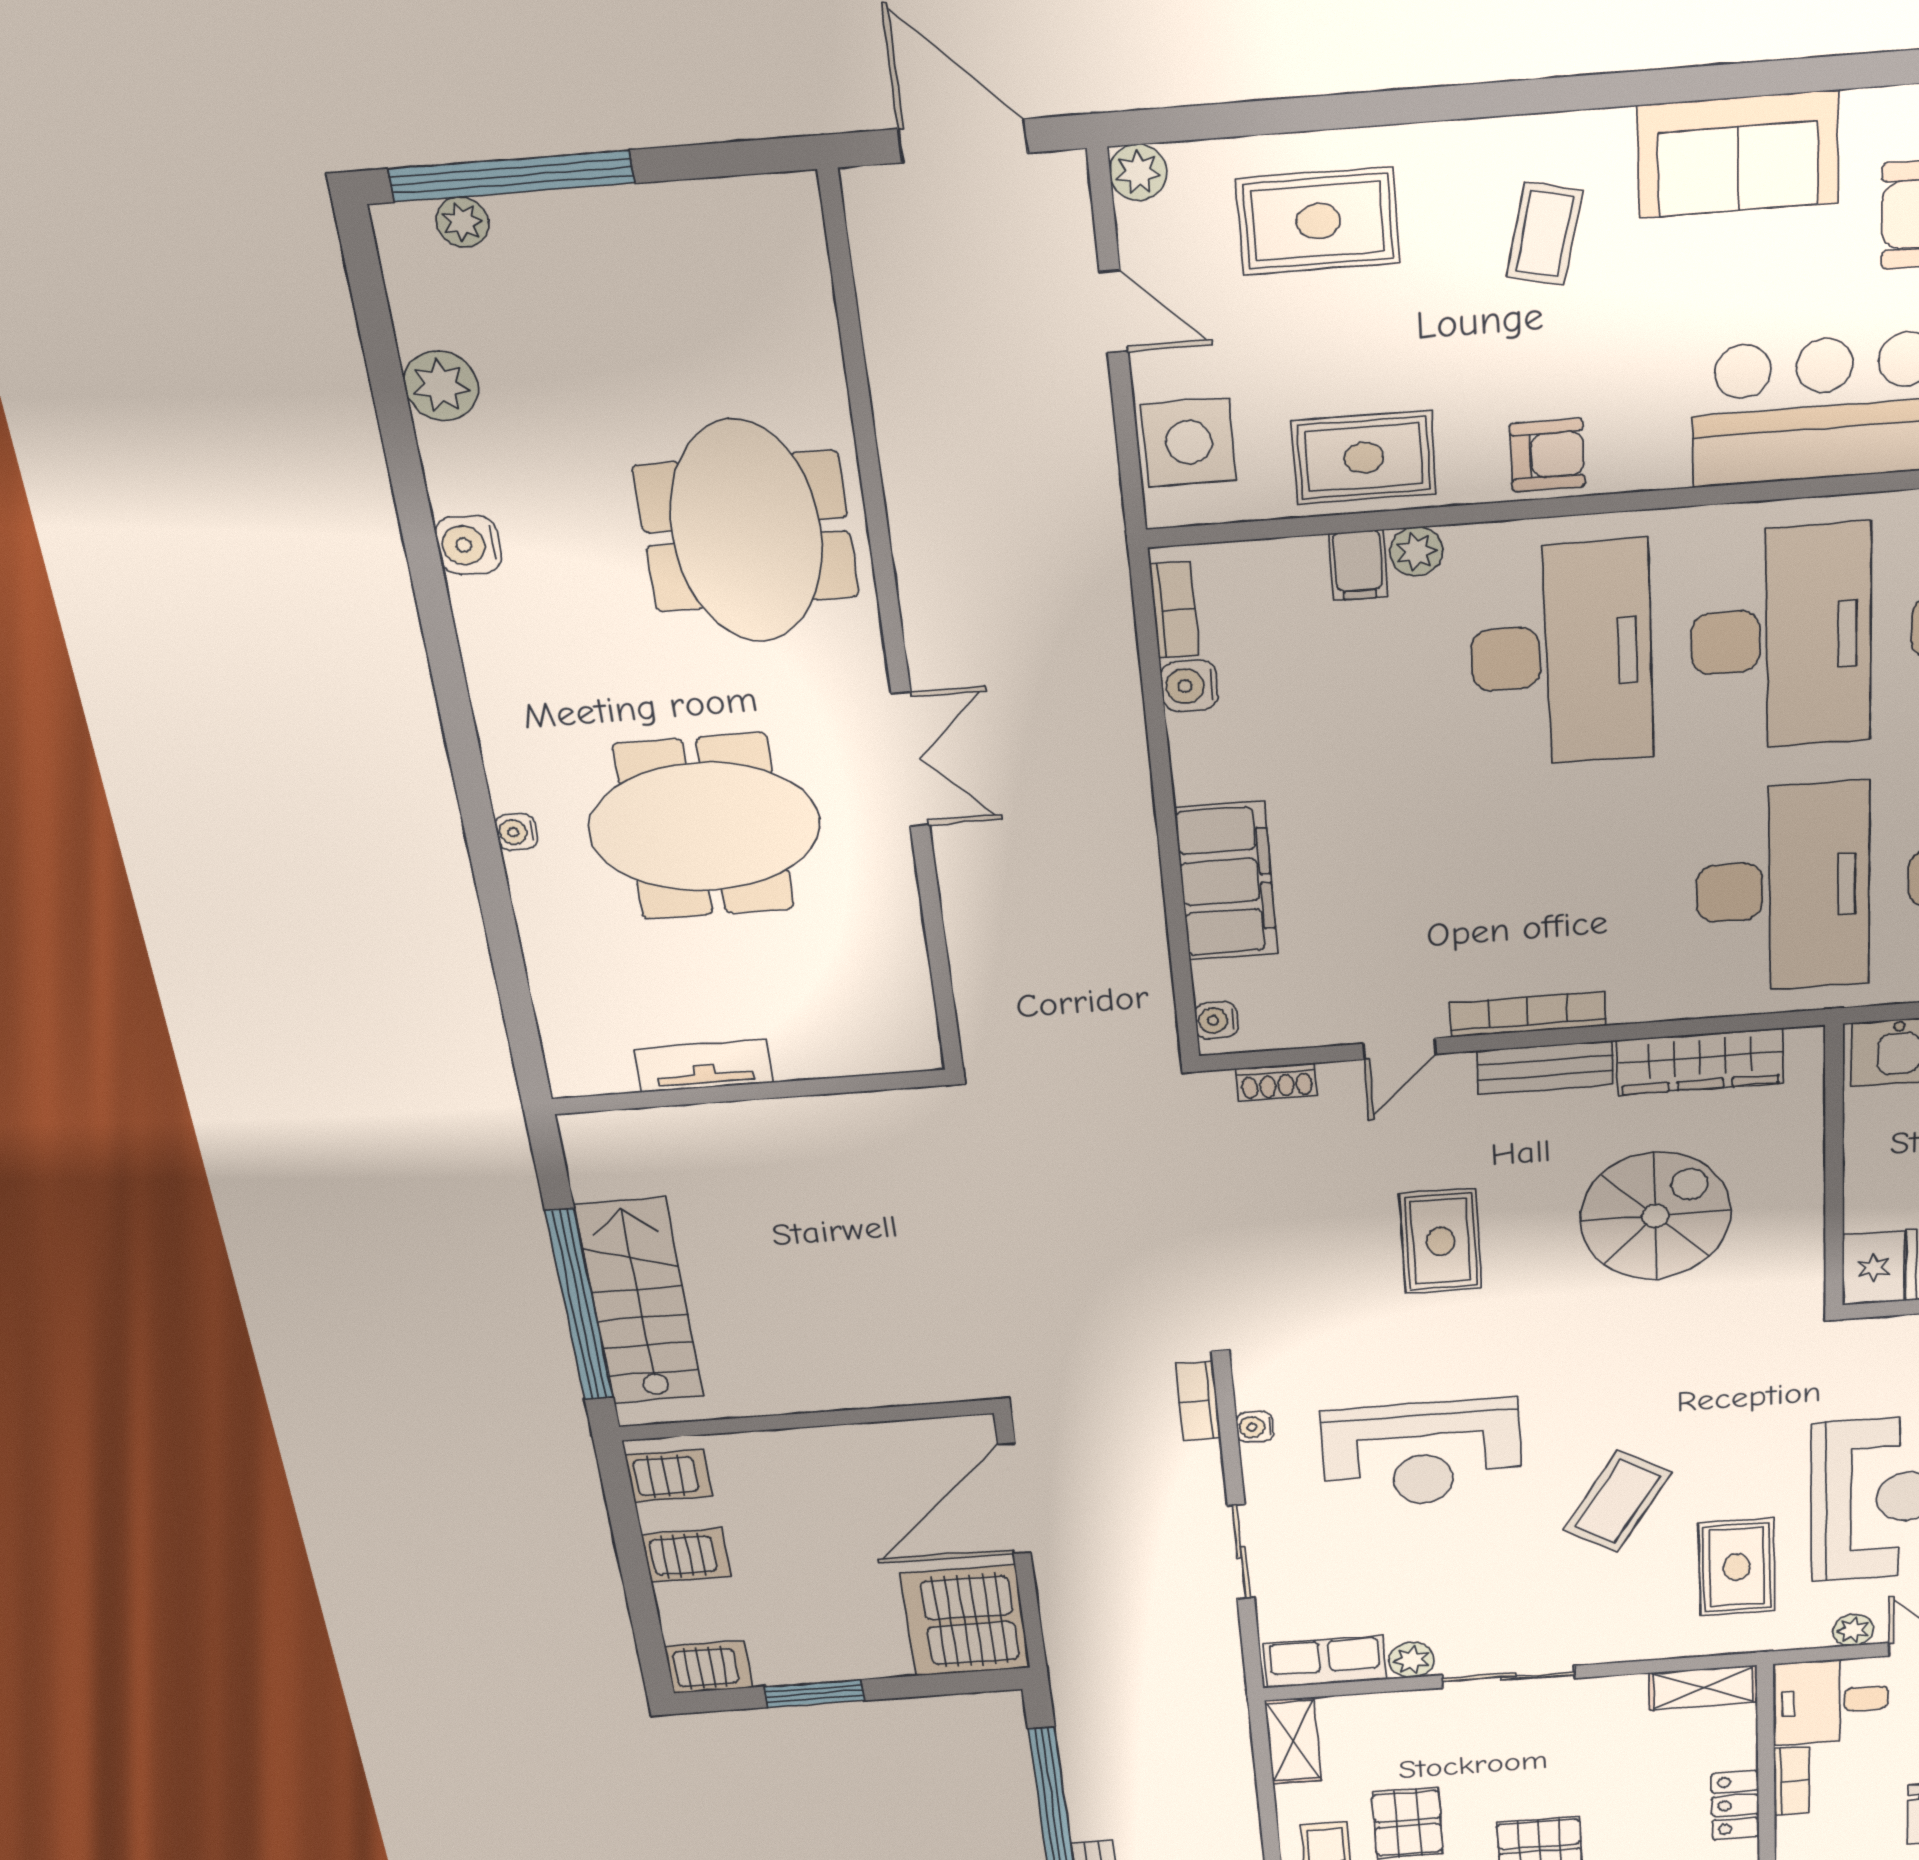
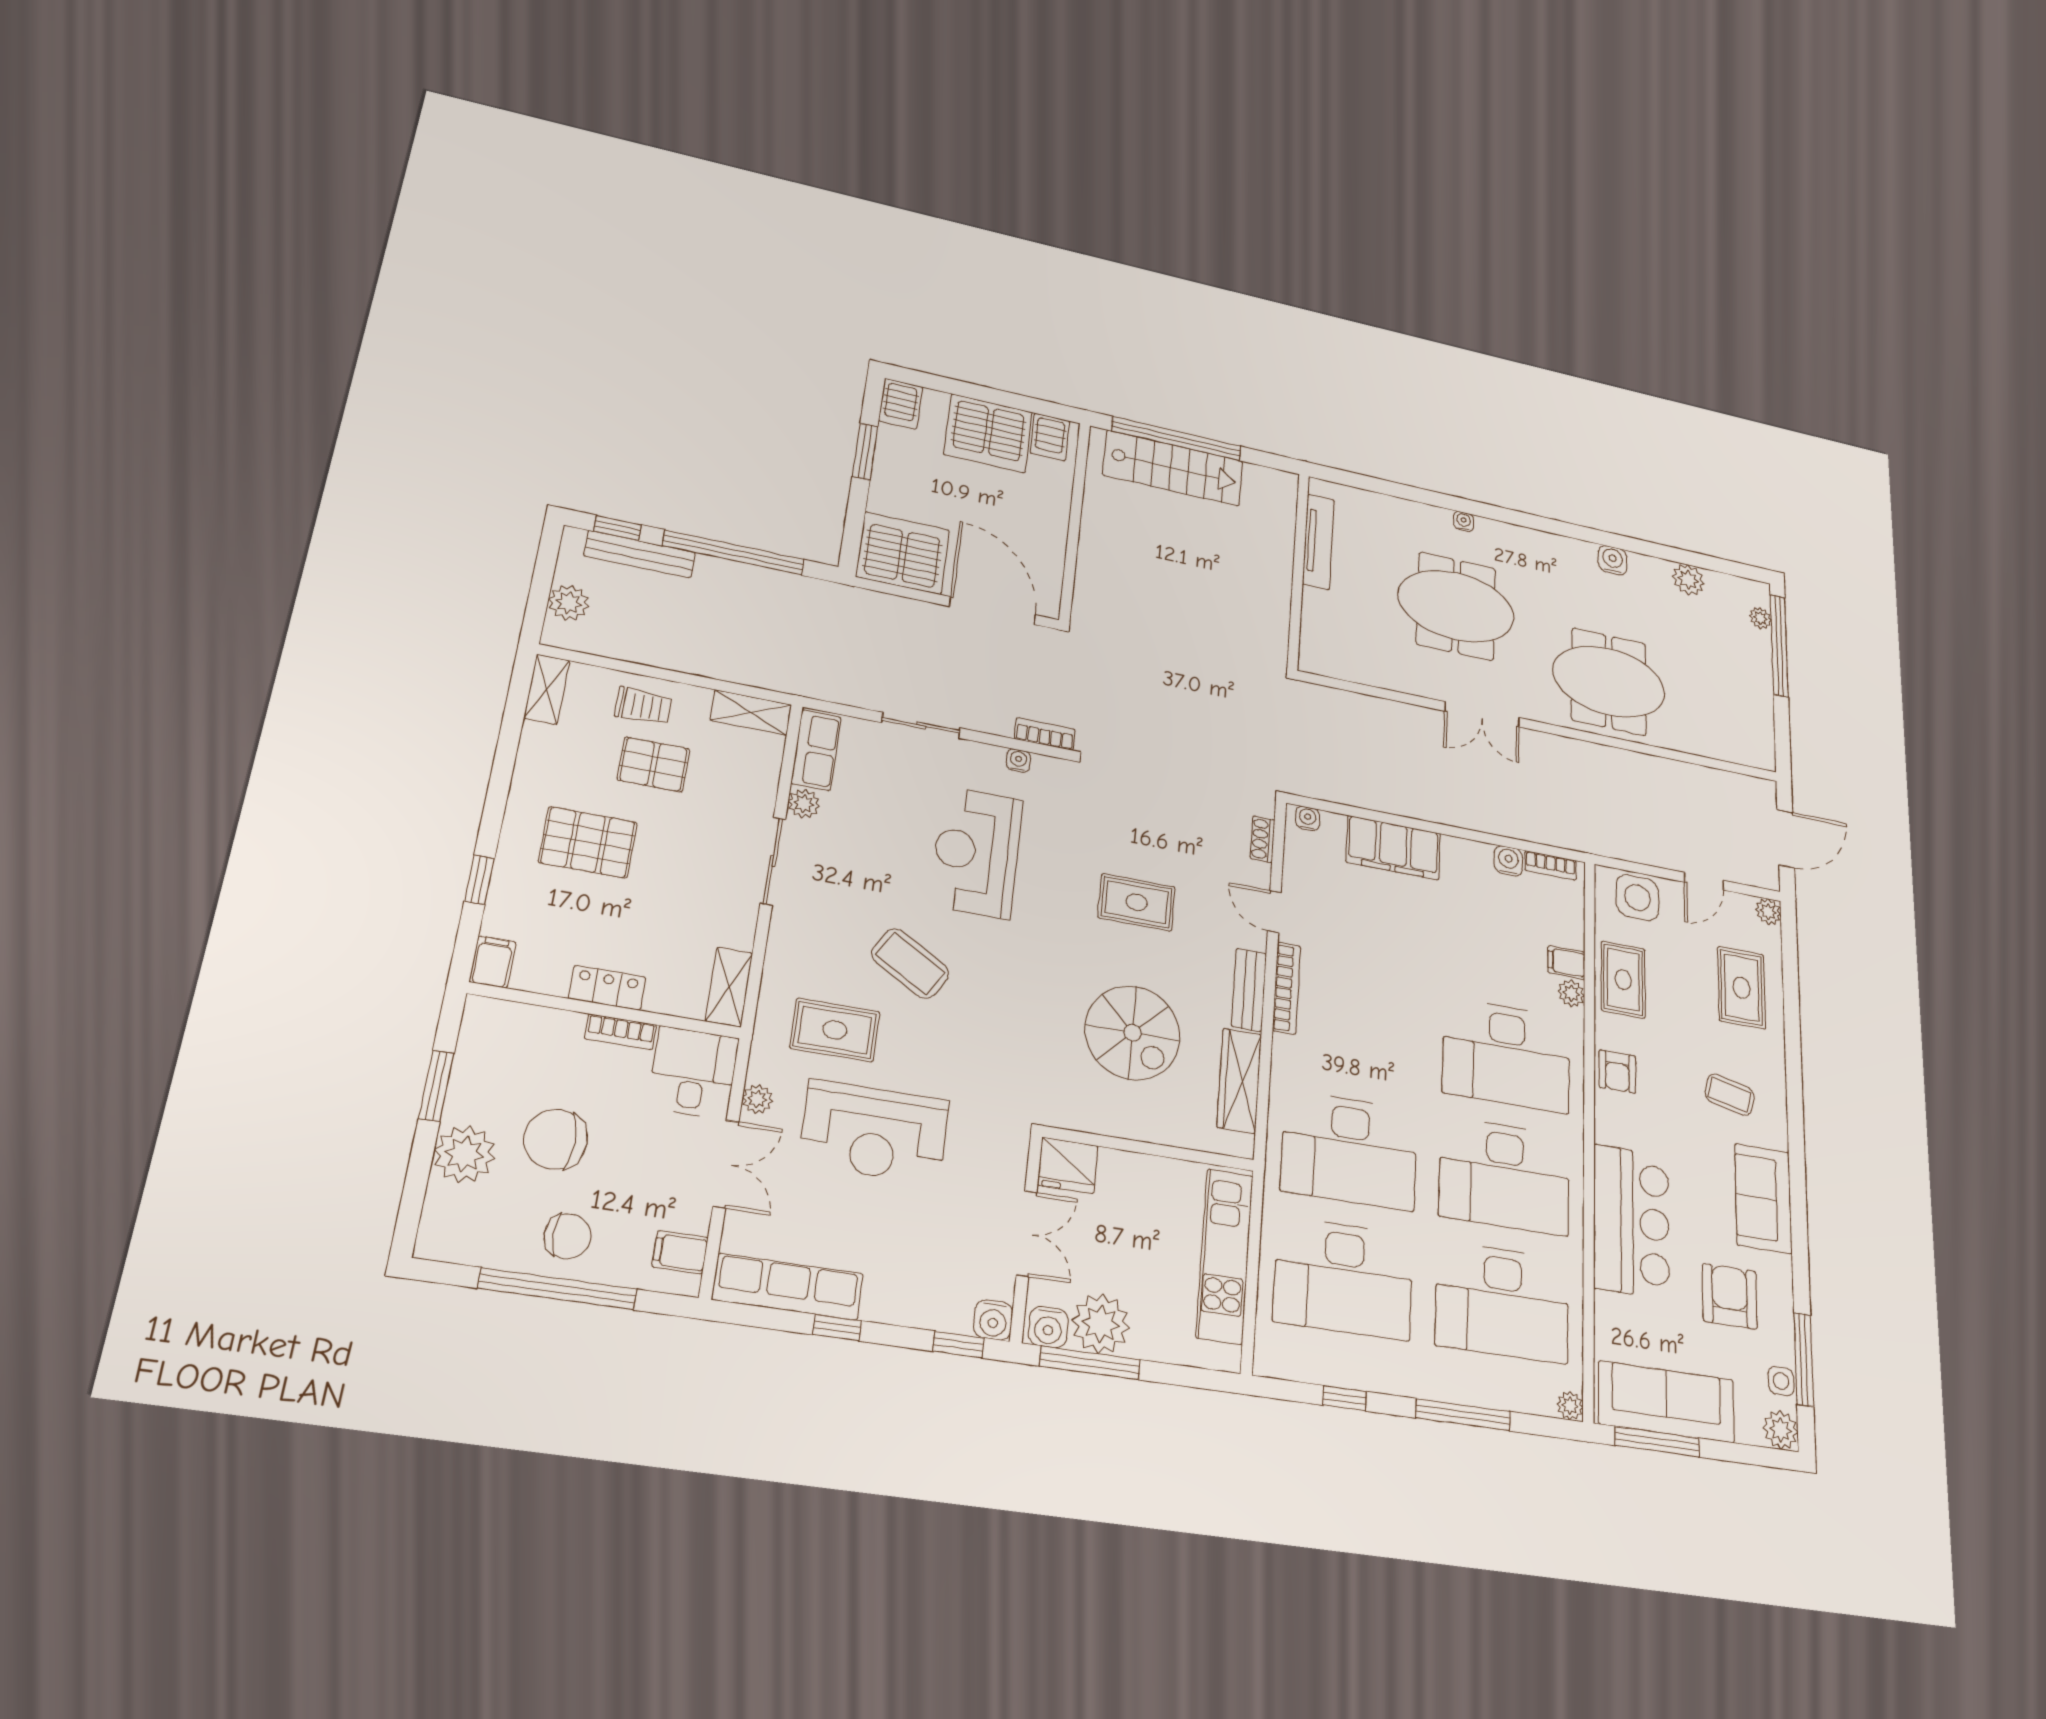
meeting table: (704, 827) -> (1456, 606), turned 90
tv unit: (704, 1066) -> (1318, 542), width x1.41
server rack: (686, 1555) -> (988, 433), width x2.18, depth x1.44

